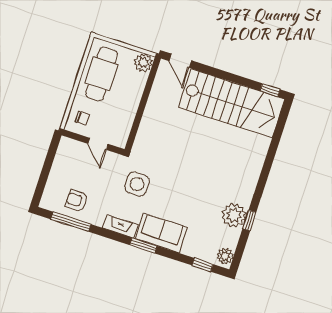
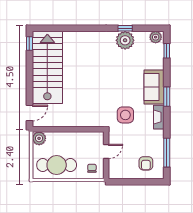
armchair: (77, 200) -> (146, 163), moved

